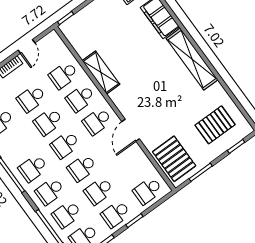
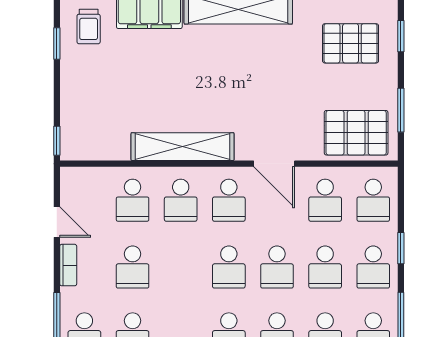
shelving: (101, 72) -> (183, 147), width x1.47
school desk: (48, 122) -> (325, 200), moved
pallet: (215, 125) -> (351, 43), turned 90

